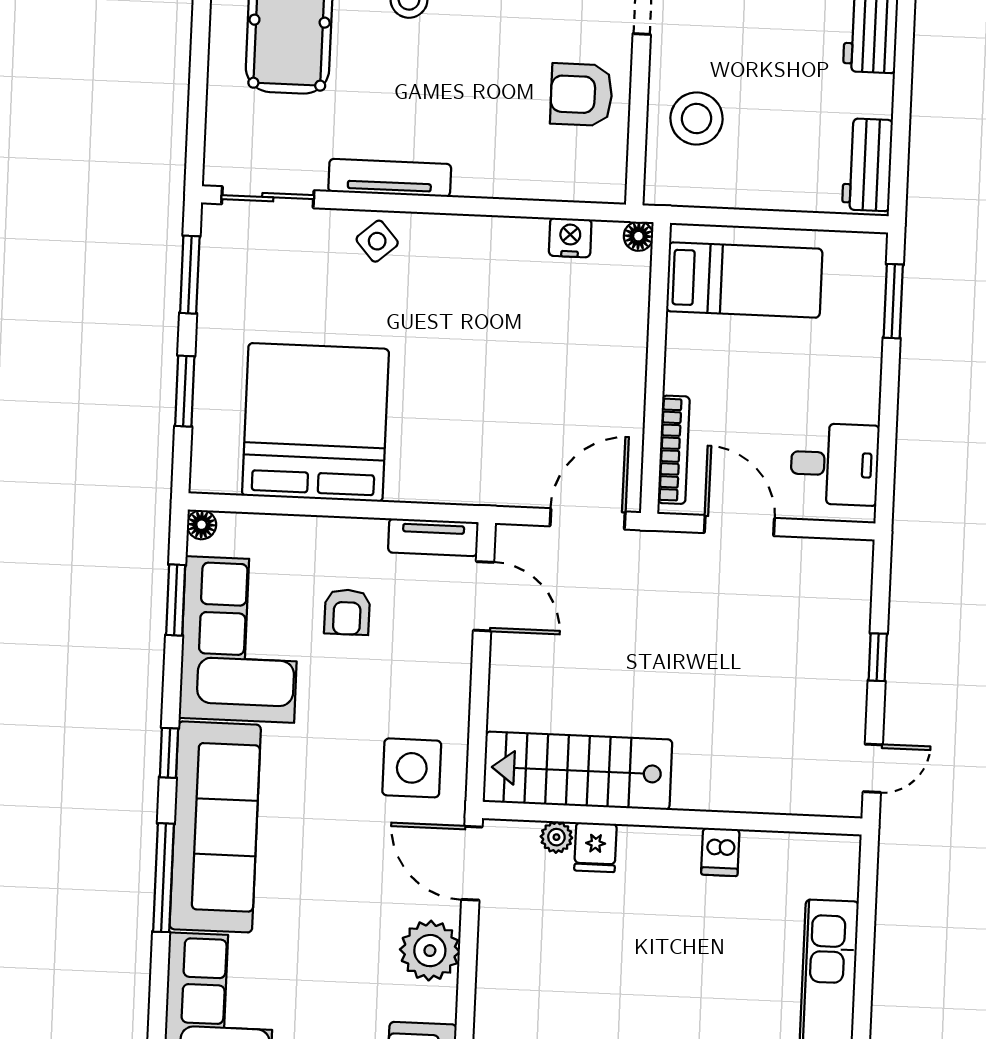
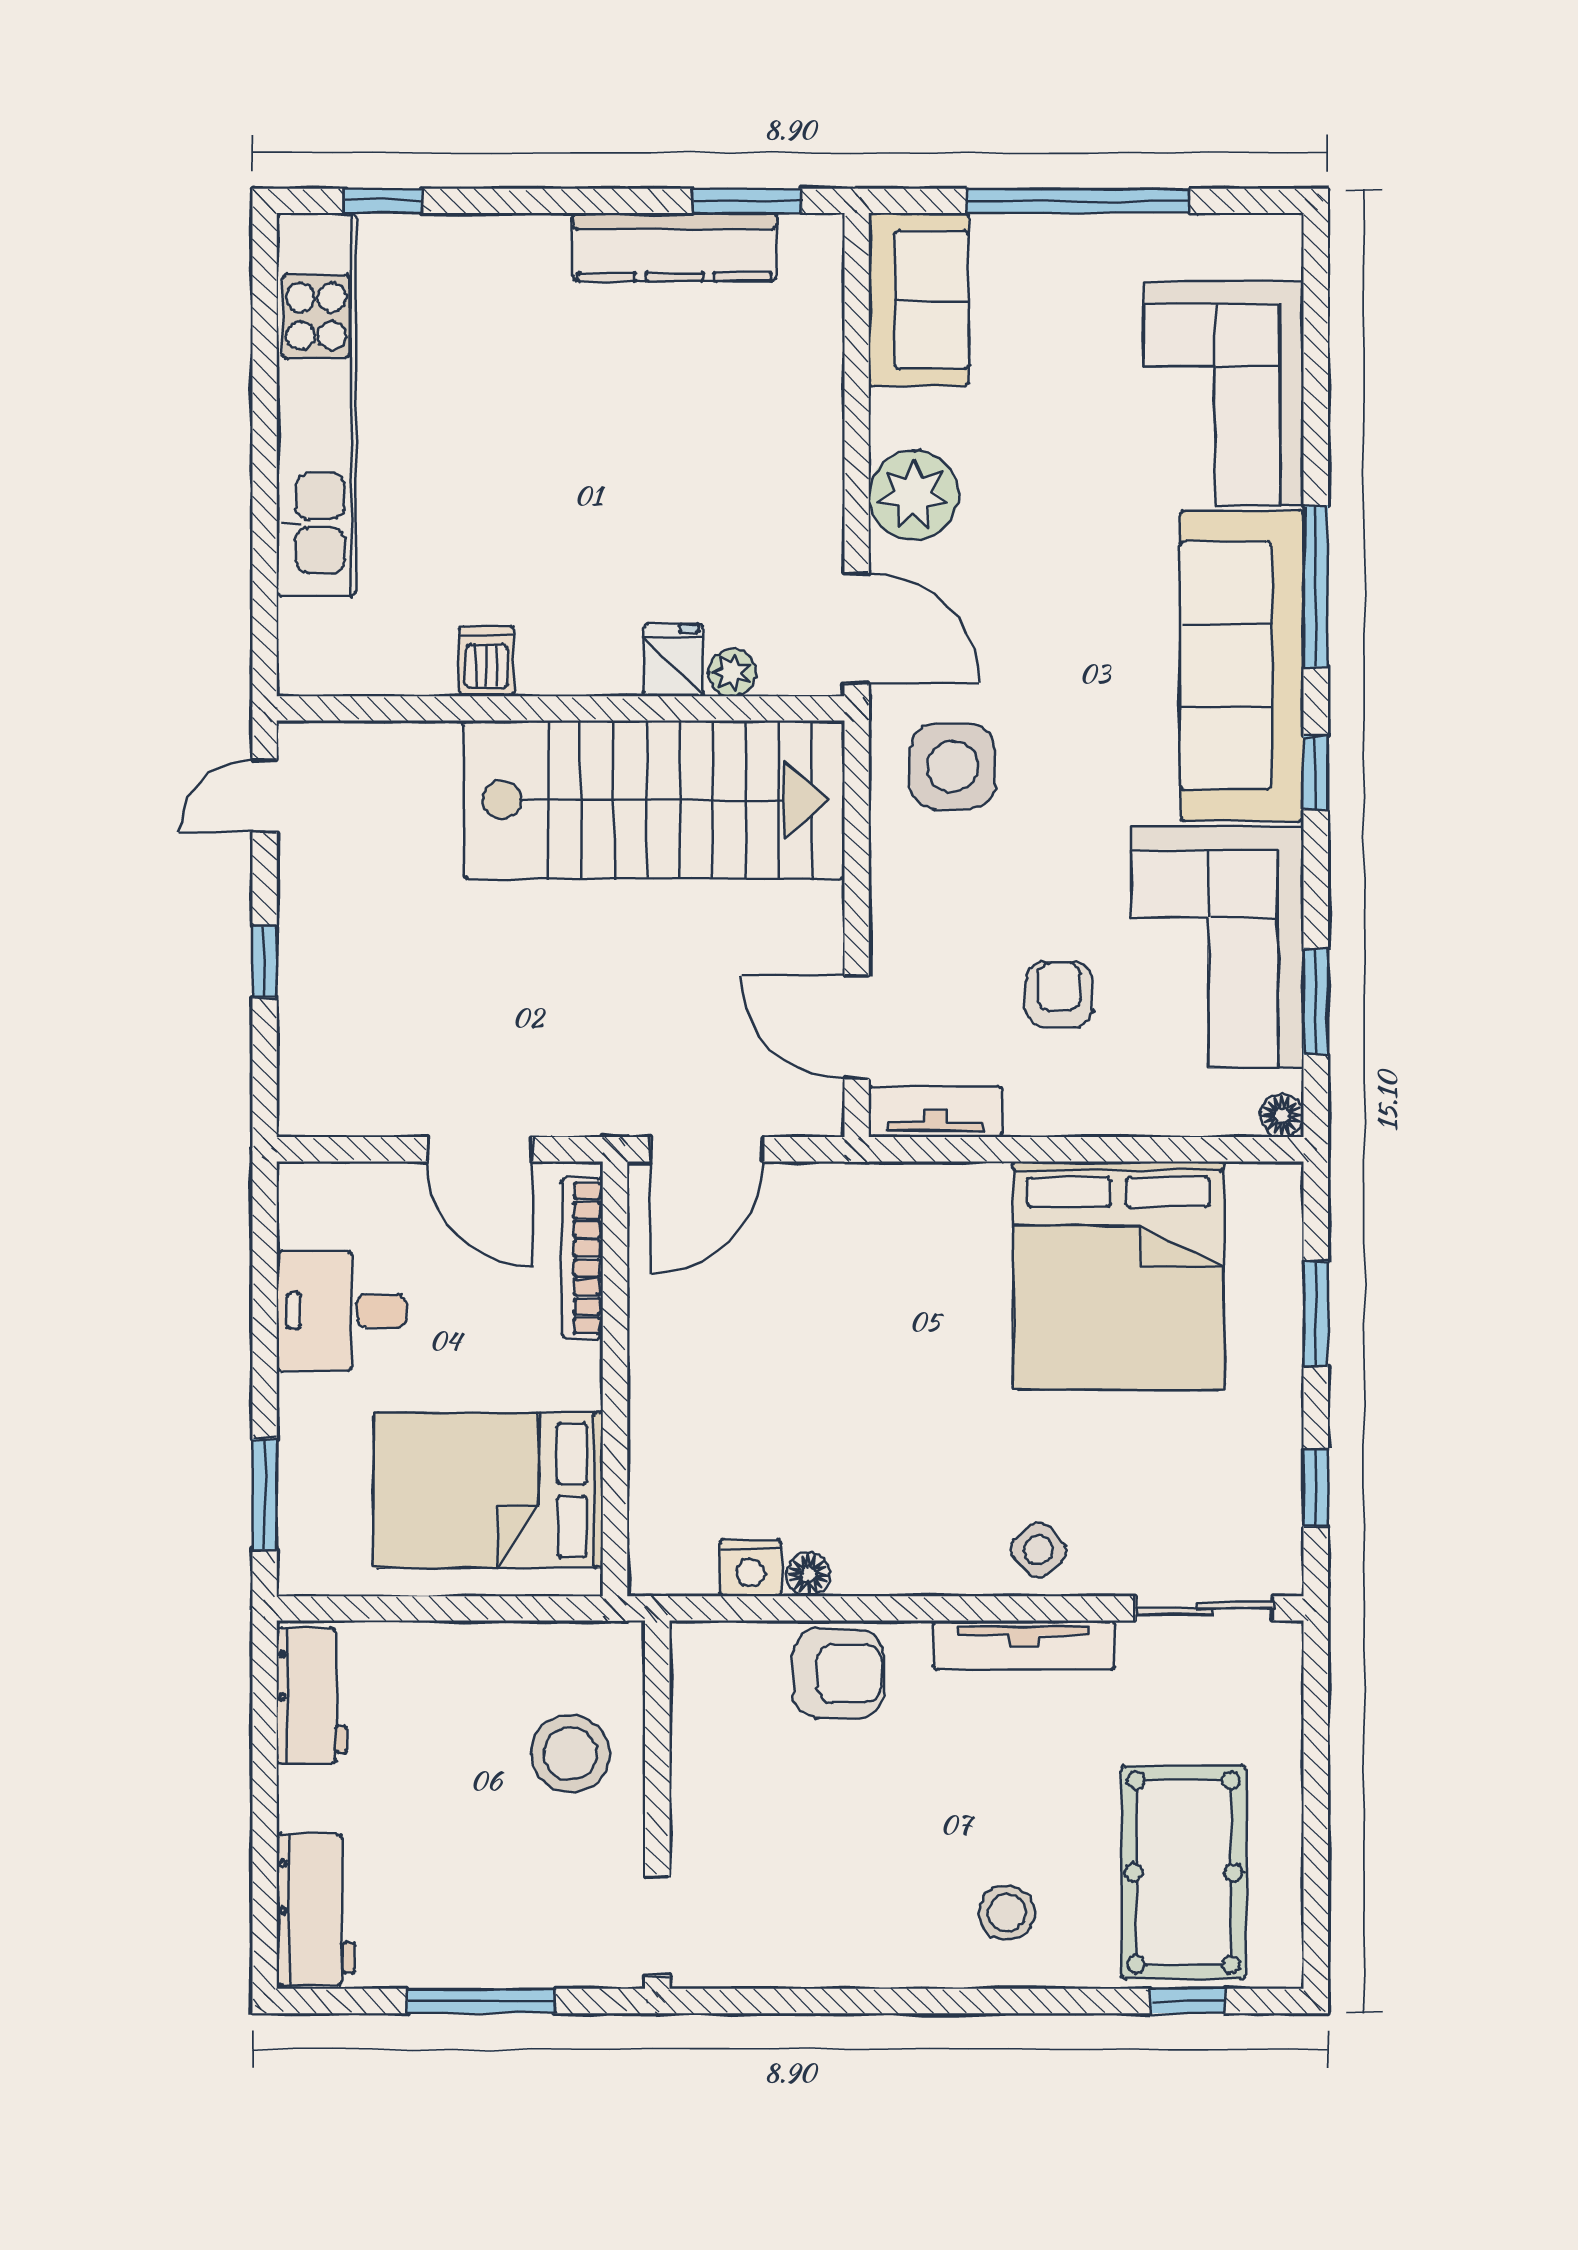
armchair: (581, 95) -> (838, 1674), moved
floor lamp: (638, 236) -> (808, 1574), moved
window: (190, 275) -> (1316, 1488), width x0.67
bed: (744, 280) -> (488, 1490), width x1.50
desk: (835, 464) -> (341, 1311), moved
stairs: (578, 771) -> (654, 800), width x1.36, depth x1.51

